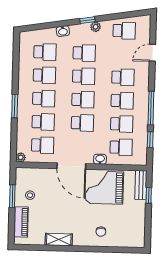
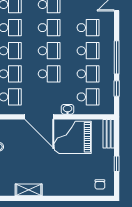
window: (149, 195) -> (117, 164), moved
chair: (101, 232) -> (100, 184), moved

